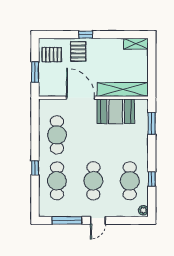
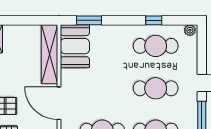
door: (81, 98) -> (59, 103), hinge flipped
booth: (116, 111) -> (75, 46), moved

